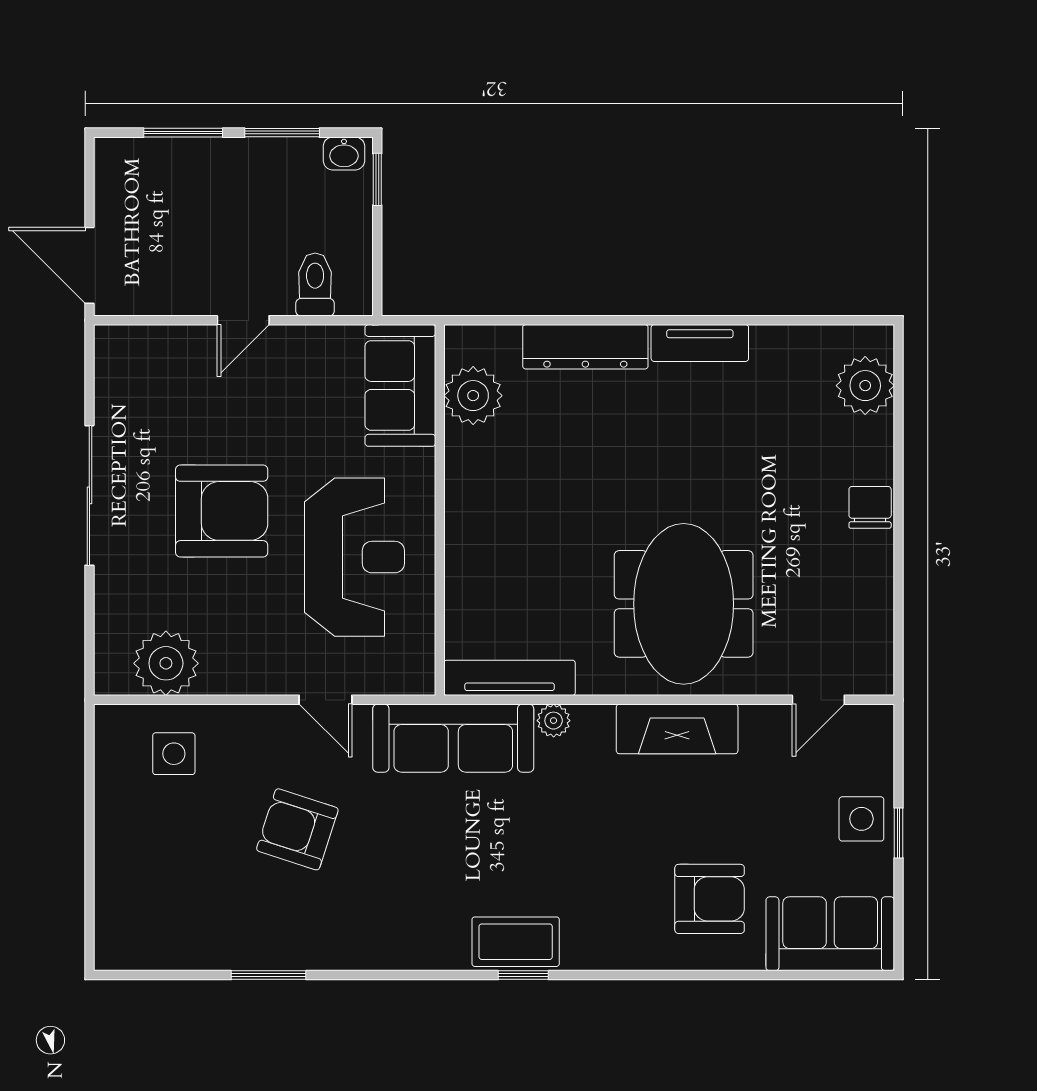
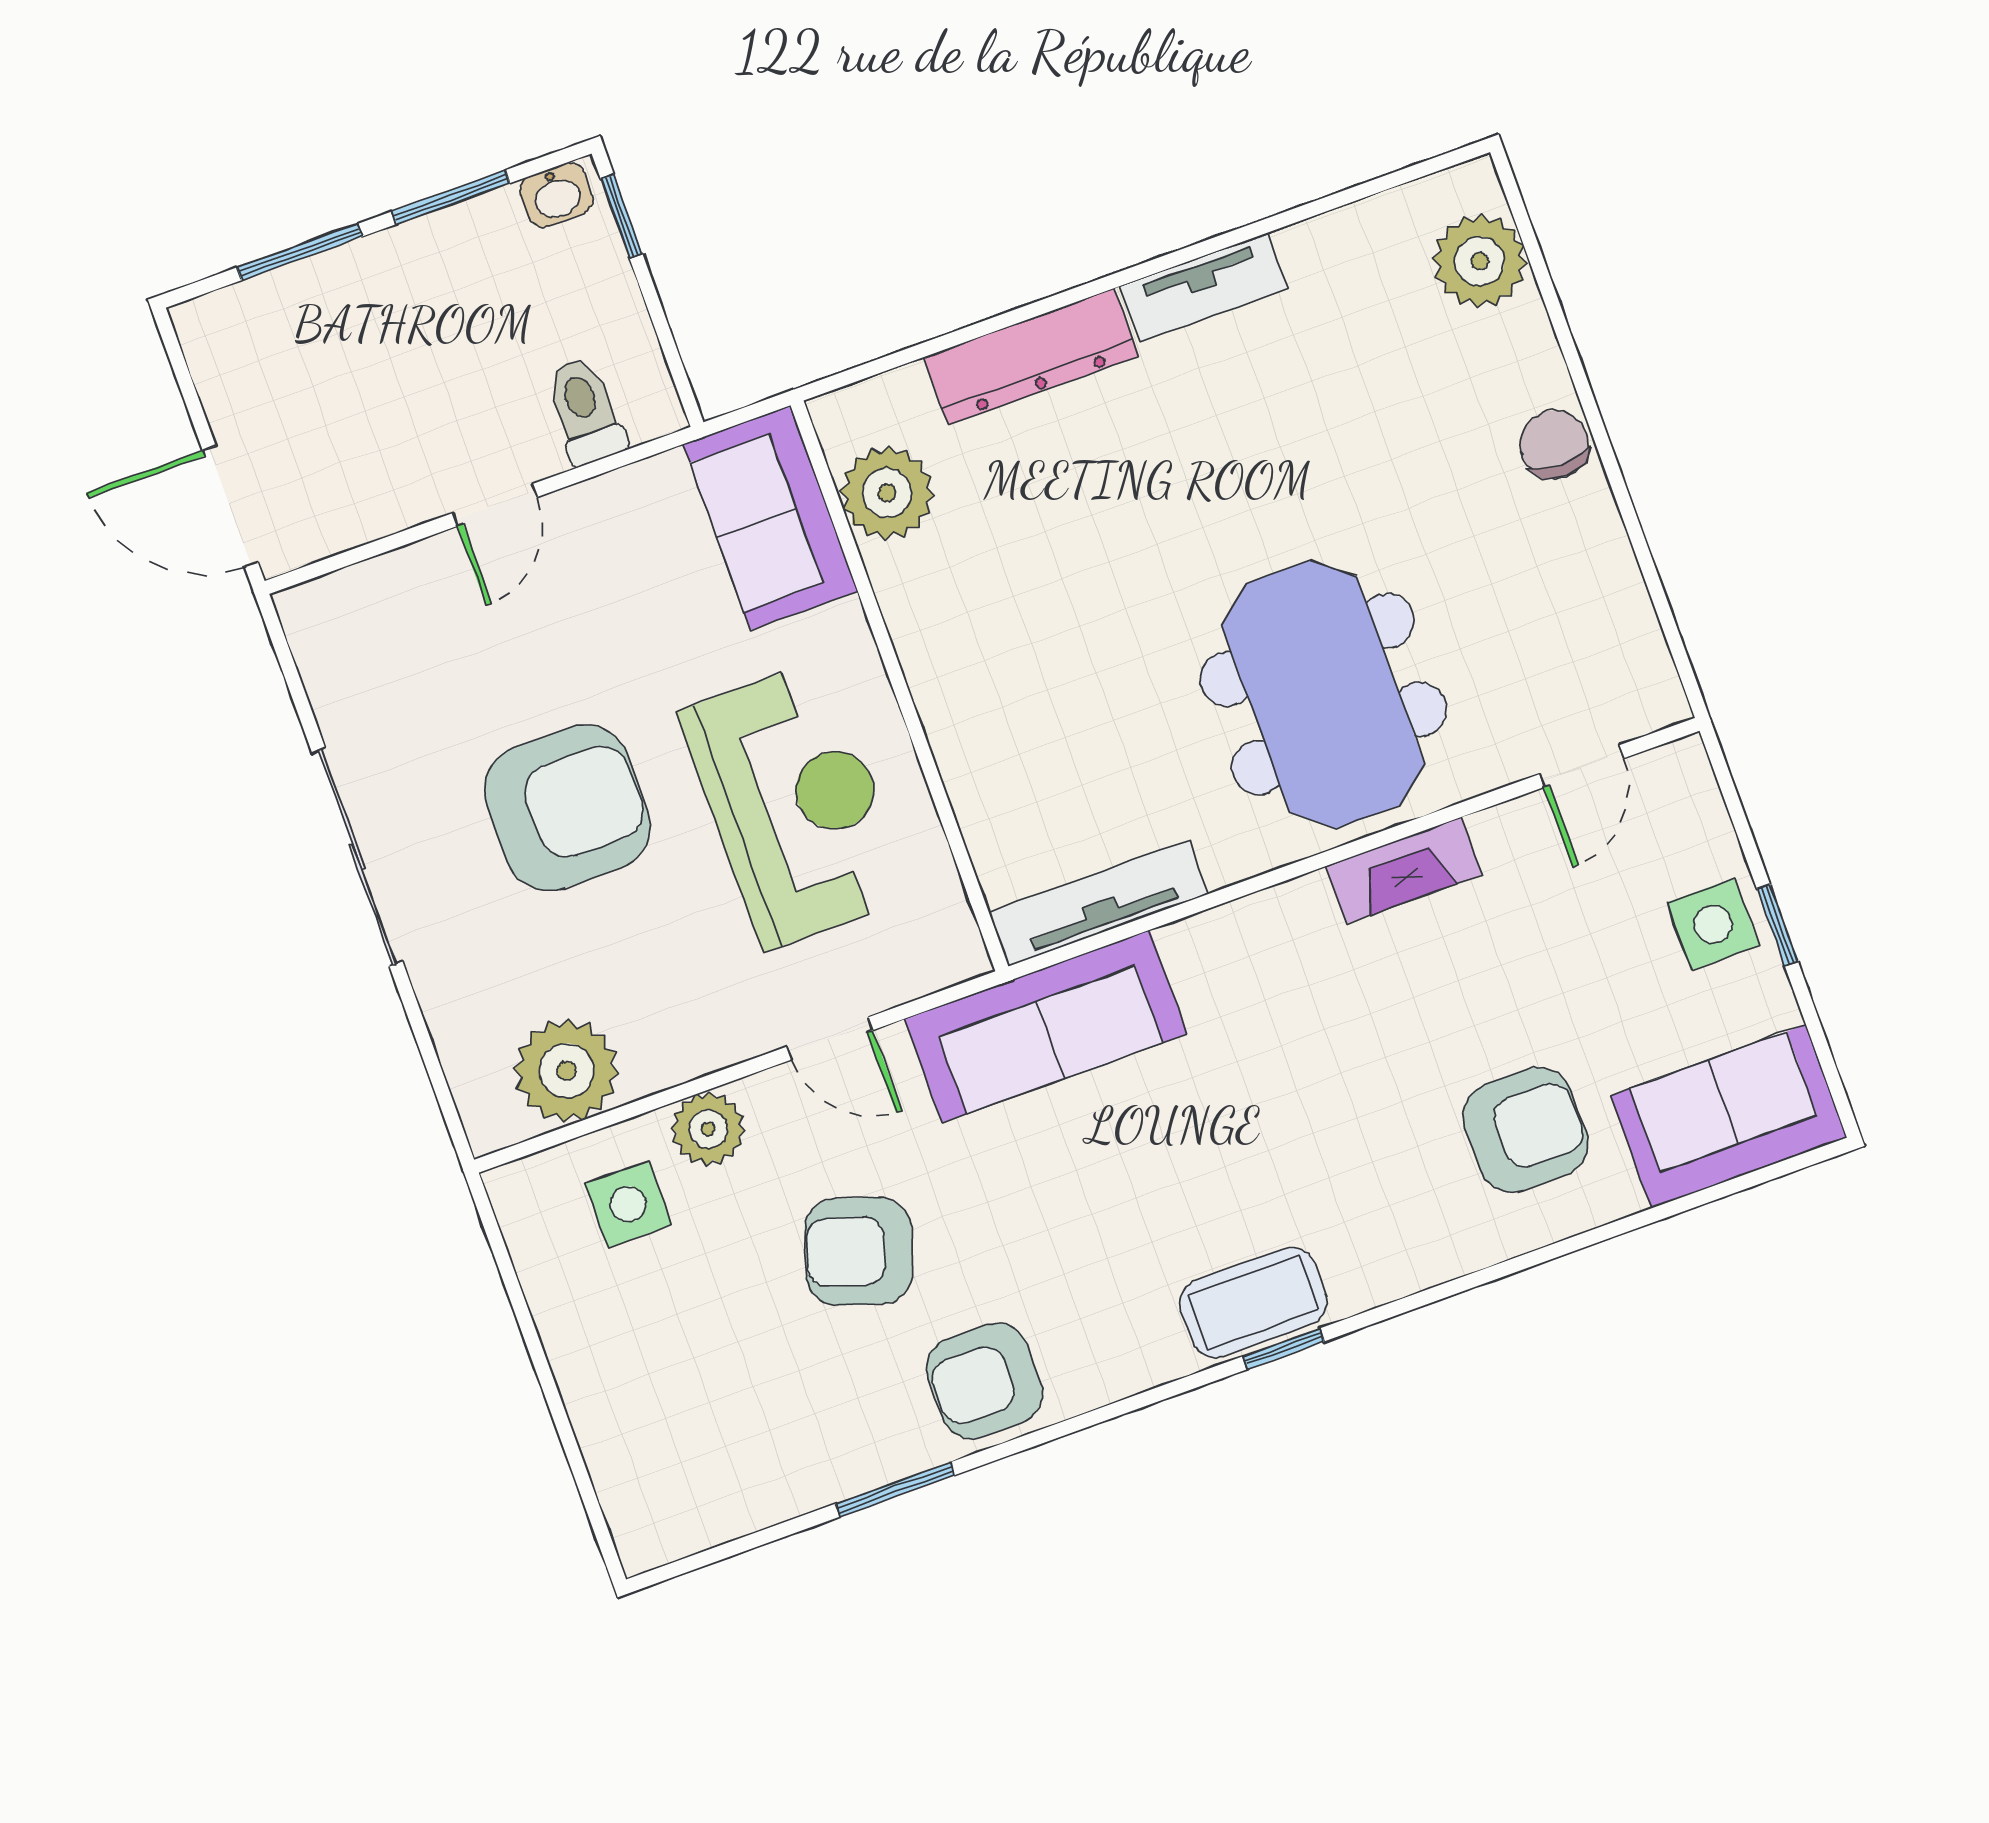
plant: (554, 721) -> (708, 1129), moved, width x1.38, depth x1.38
fireplace: (677, 729) -> (1404, 870), width x0.73, depth x0.76
armchair: (343, 931) -> (985, 1381), added

